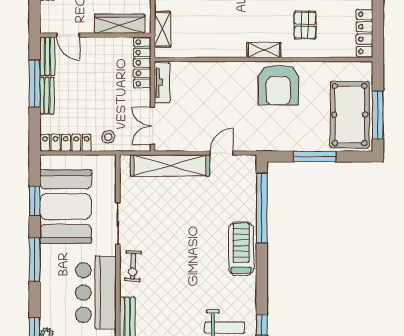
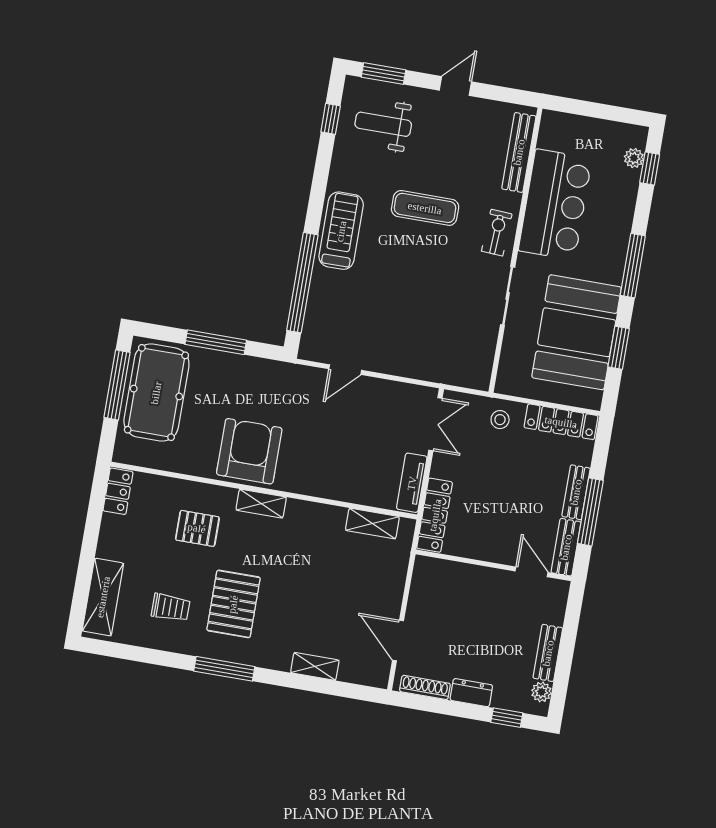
wardrobe: (120, 24) -> (457, 575), removed
pallet: (305, 25) -> (197, 528), turned 90
shelving: (162, 29) -> (372, 523), moved, turned 90
locker: (365, 33) -> (118, 491), width x0.66
shelving: (170, 165) -> (421, 365), removed
treadmill: (241, 249) -> (341, 231), turned 180
exercise mat: (186, 275) -> (425, 208), added

